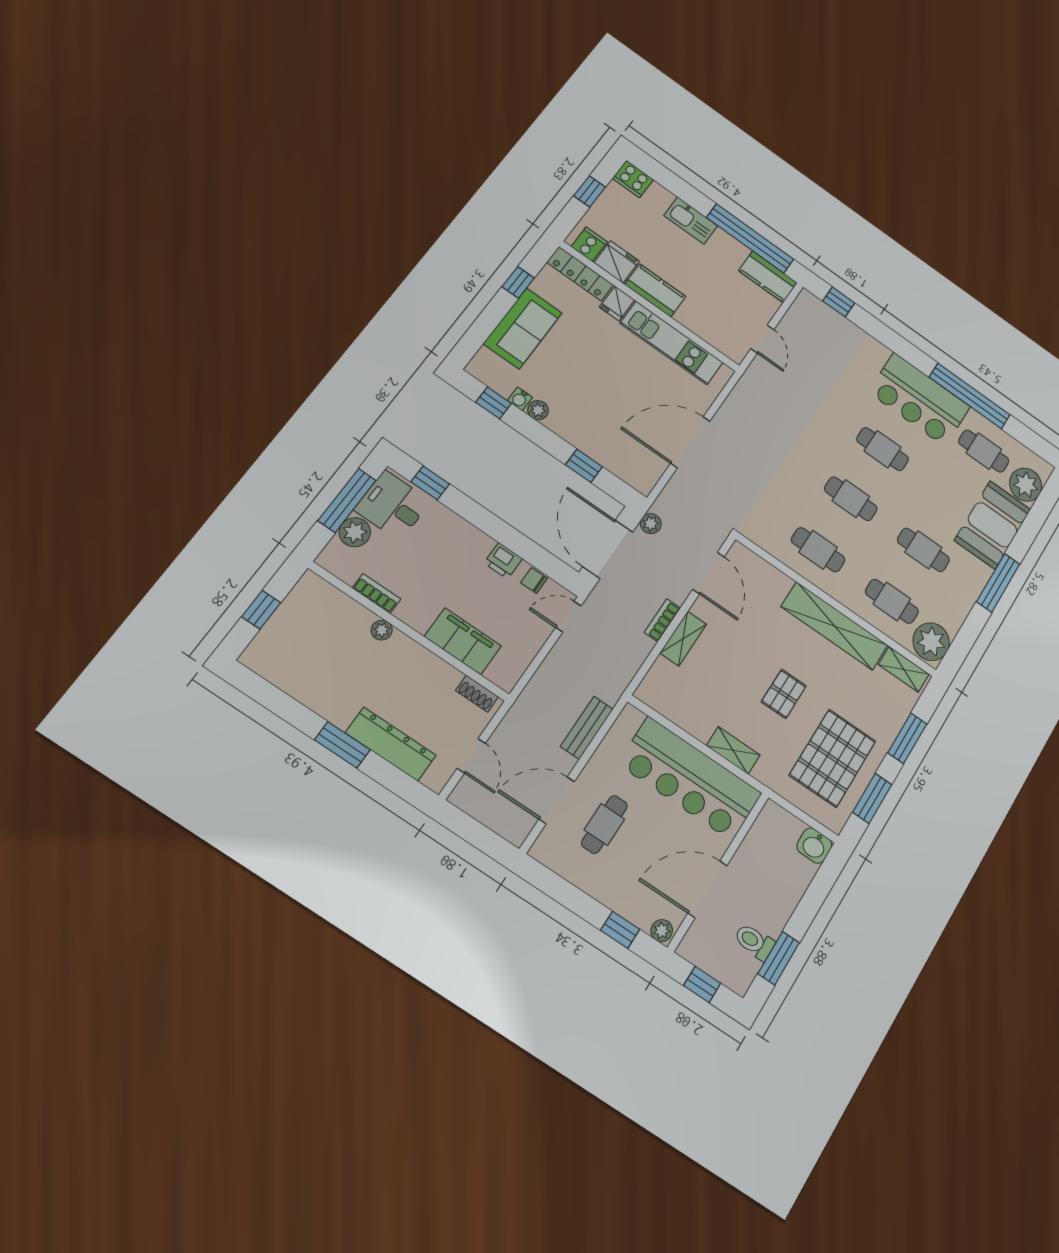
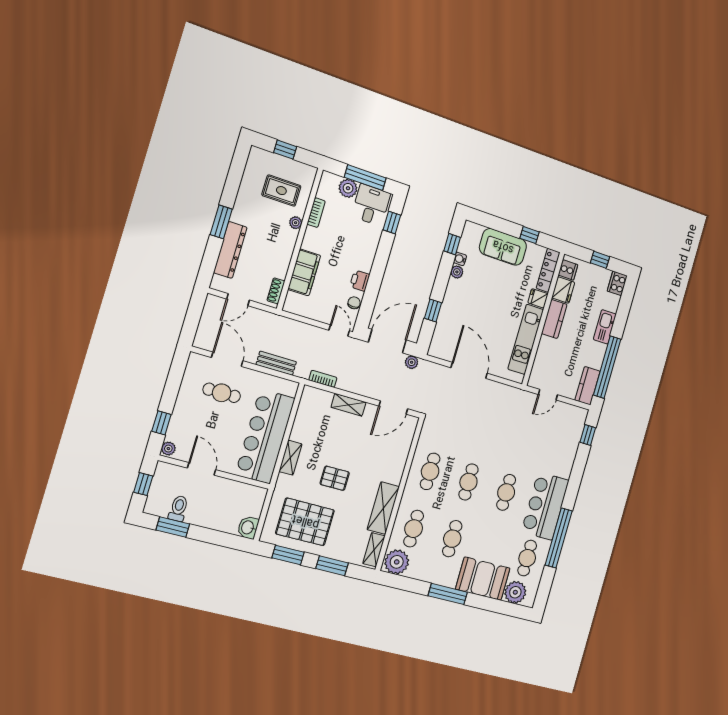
bookcase: (662, 620) -> (323, 379), moved
shelving: (834, 626) -> (383, 508), width x0.68
rug: (324, 636) -> (281, 191), added
door: (708, 889) -> (202, 469), width x0.73

